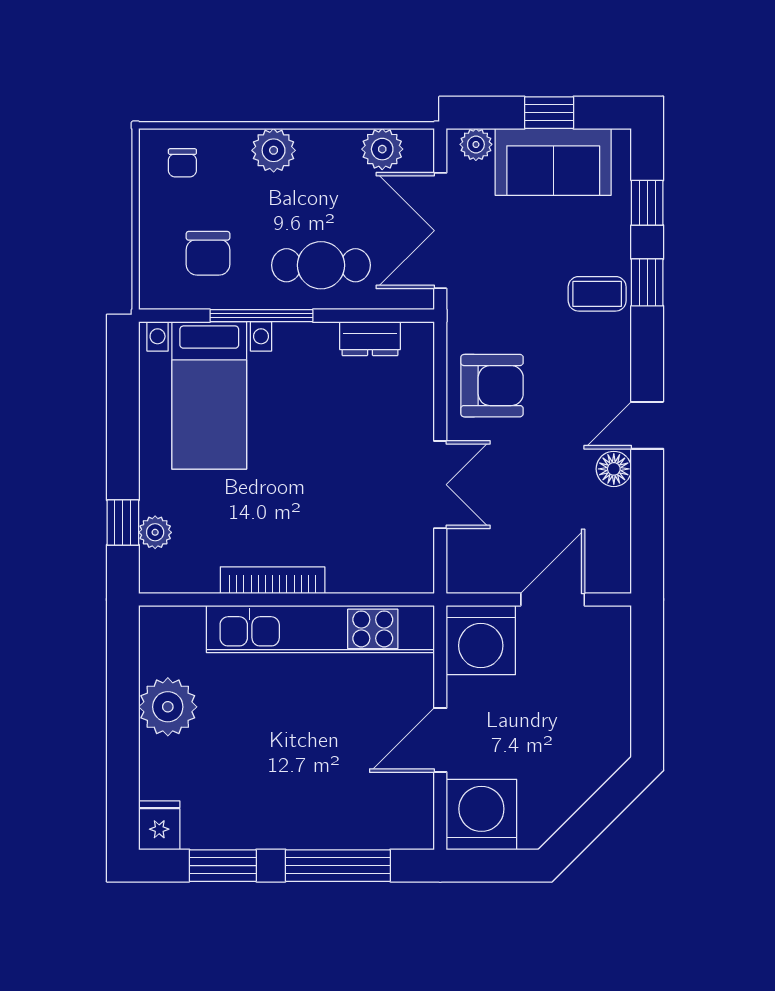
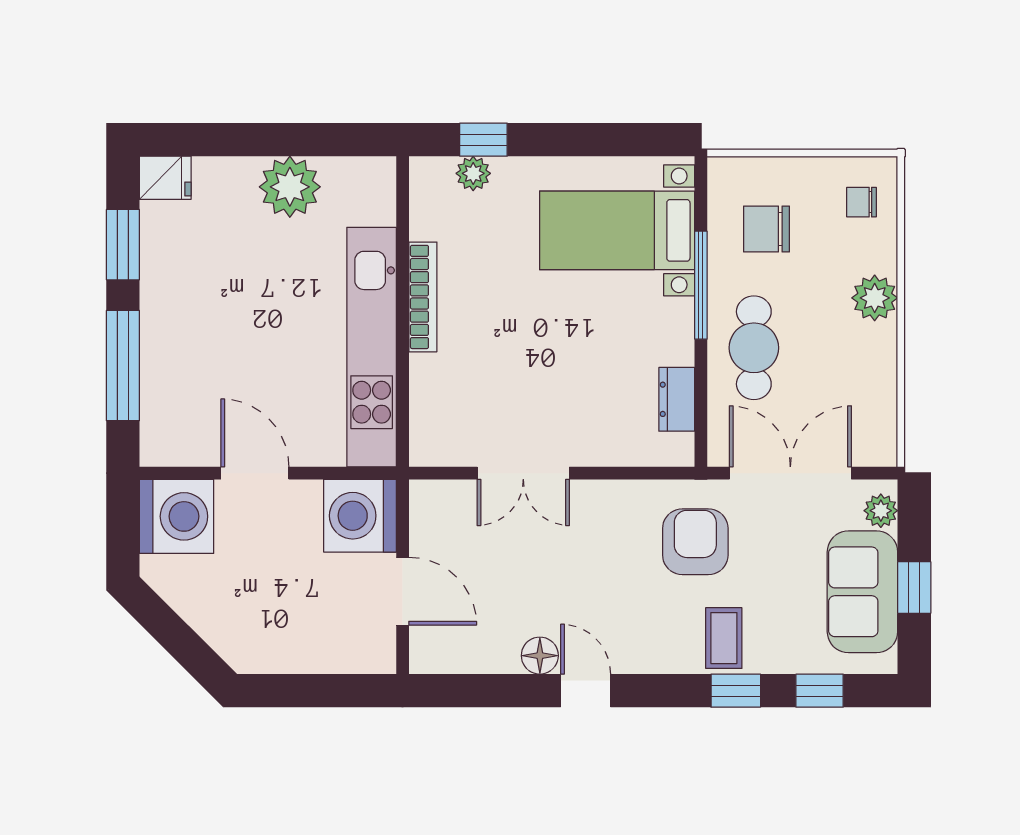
plant: (382, 149) -> (876, 412), removed
armchair: (492, 386) -> (695, 542), moved, turned 180

